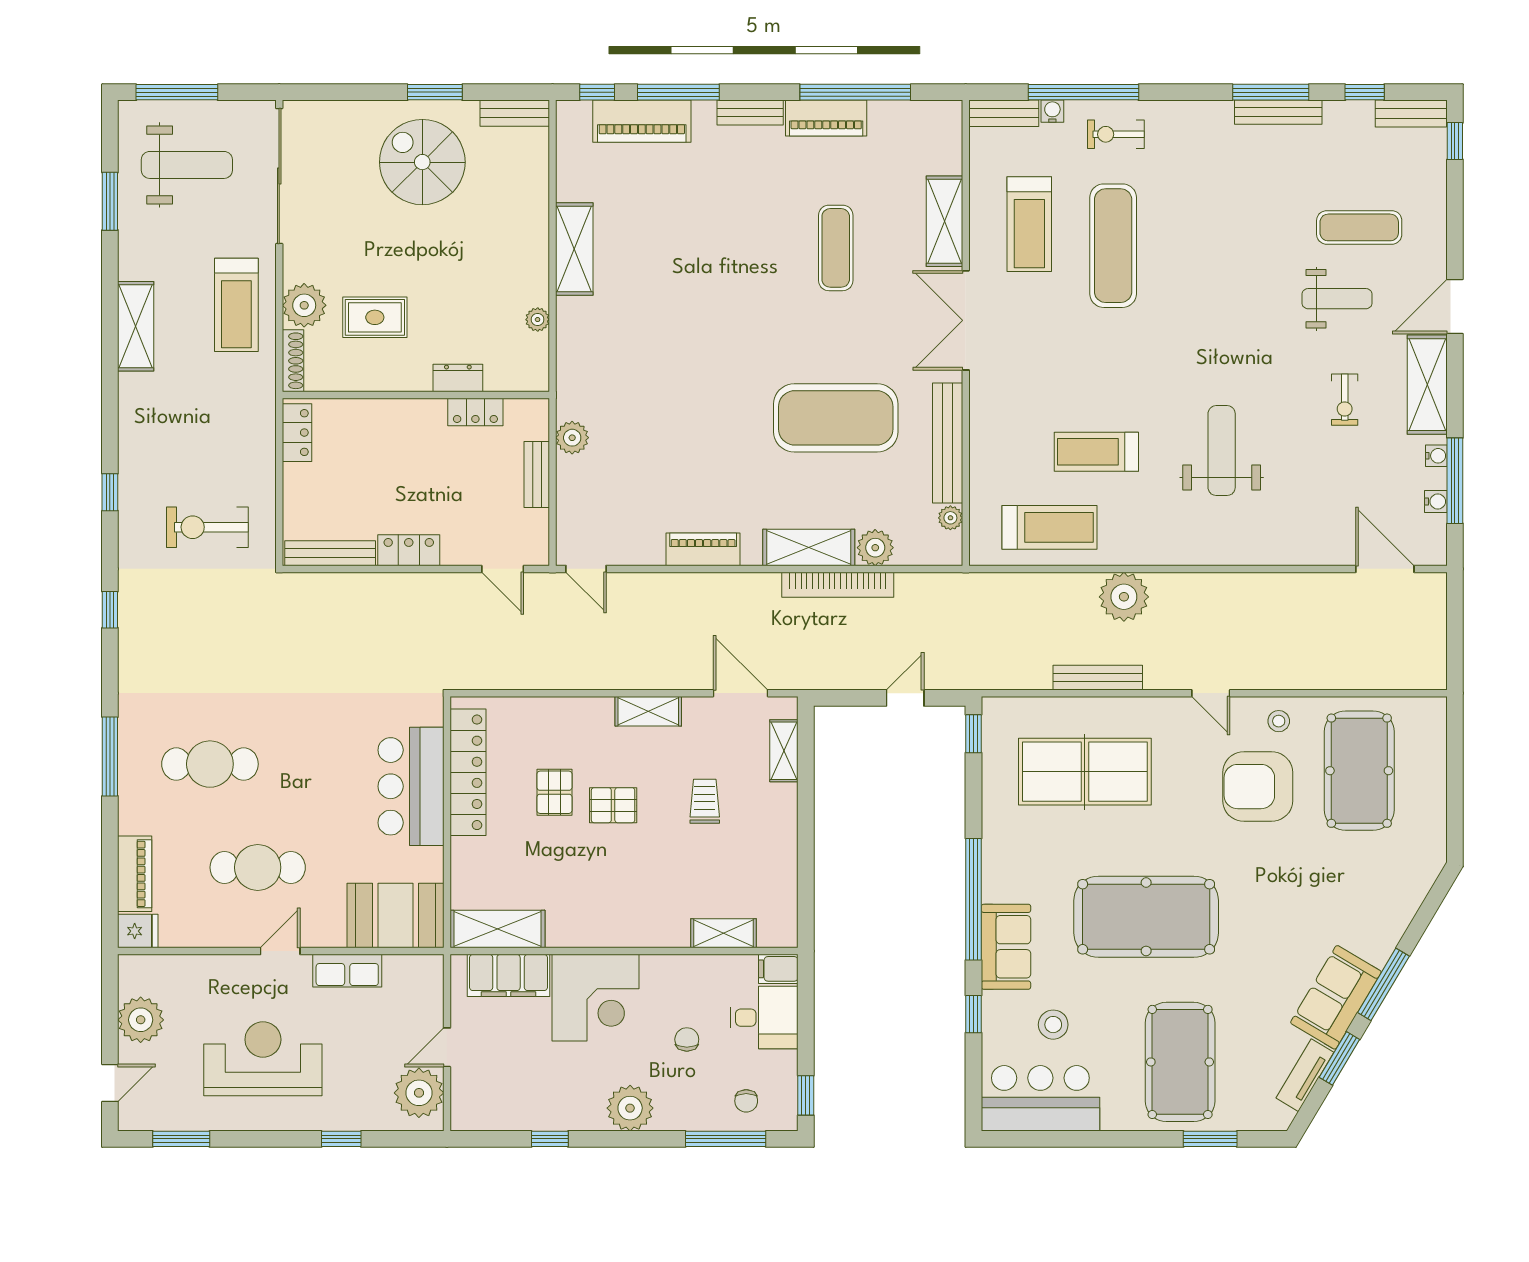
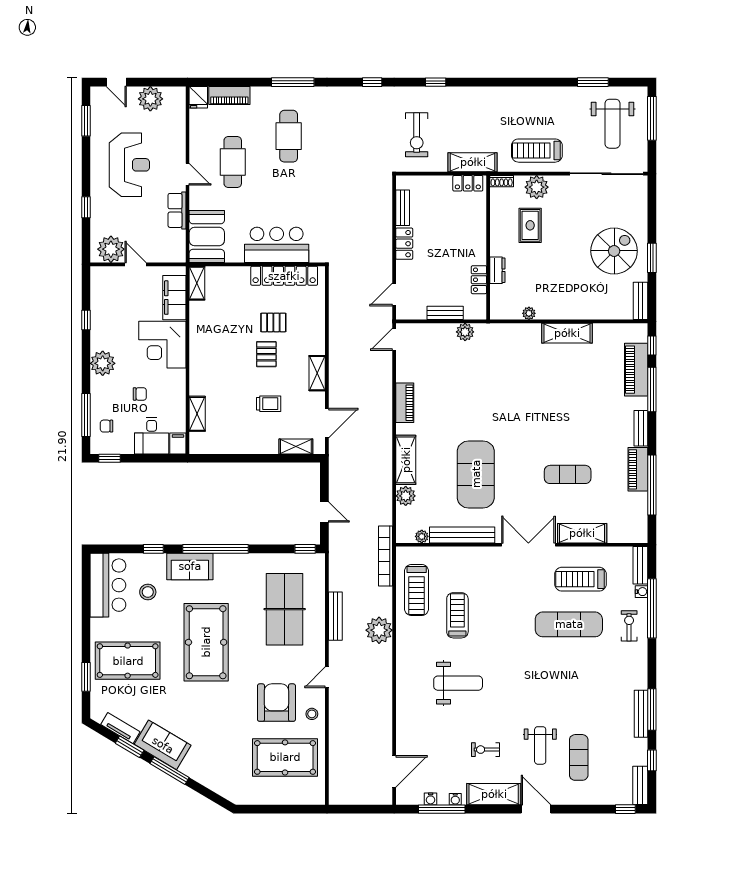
shelving: (136, 326) -> (473, 162), moved
shoe rack: (293, 361) -> (502, 181), width x0.70
exercise bike: (207, 527) -> (417, 135), turned 180
bench: (330, 553) -> (403, 208), width x0.73
bookcase: (838, 585) -> (386, 556), moved
shelving: (497, 929) -> (197, 283), width x0.67, depth x0.75

